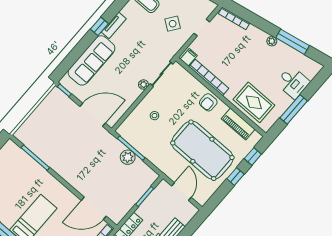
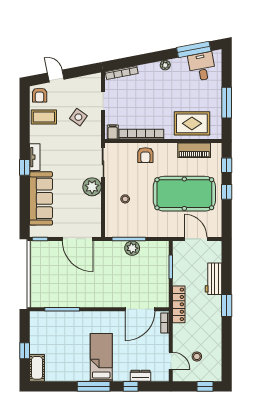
window: (293, 42) -> (194, 49), moved
desk: (293, 82) -> (202, 67), moved, turned -101
plant: (143, 85) -> (92, 187), width x1.88, depth x1.88
armchair: (208, 102) -> (145, 155), moved
door: (93, 115) -> (78, 239), swing flipped

